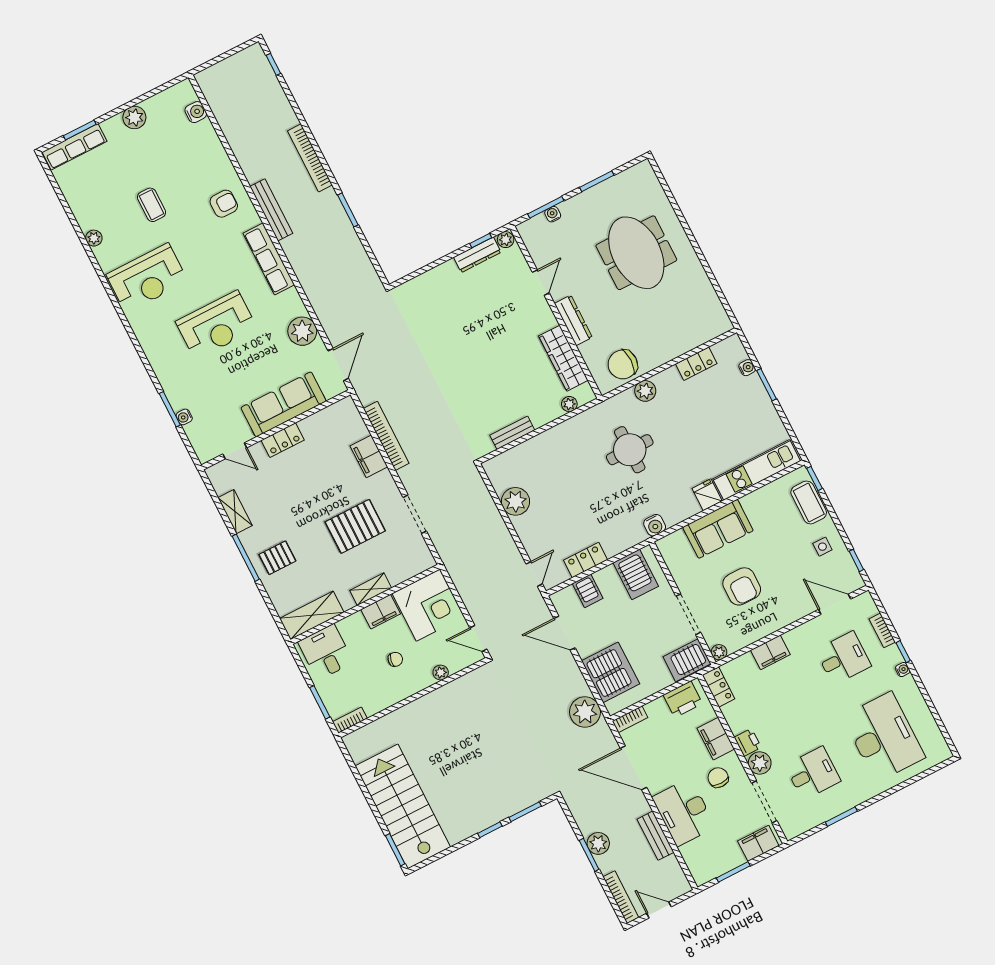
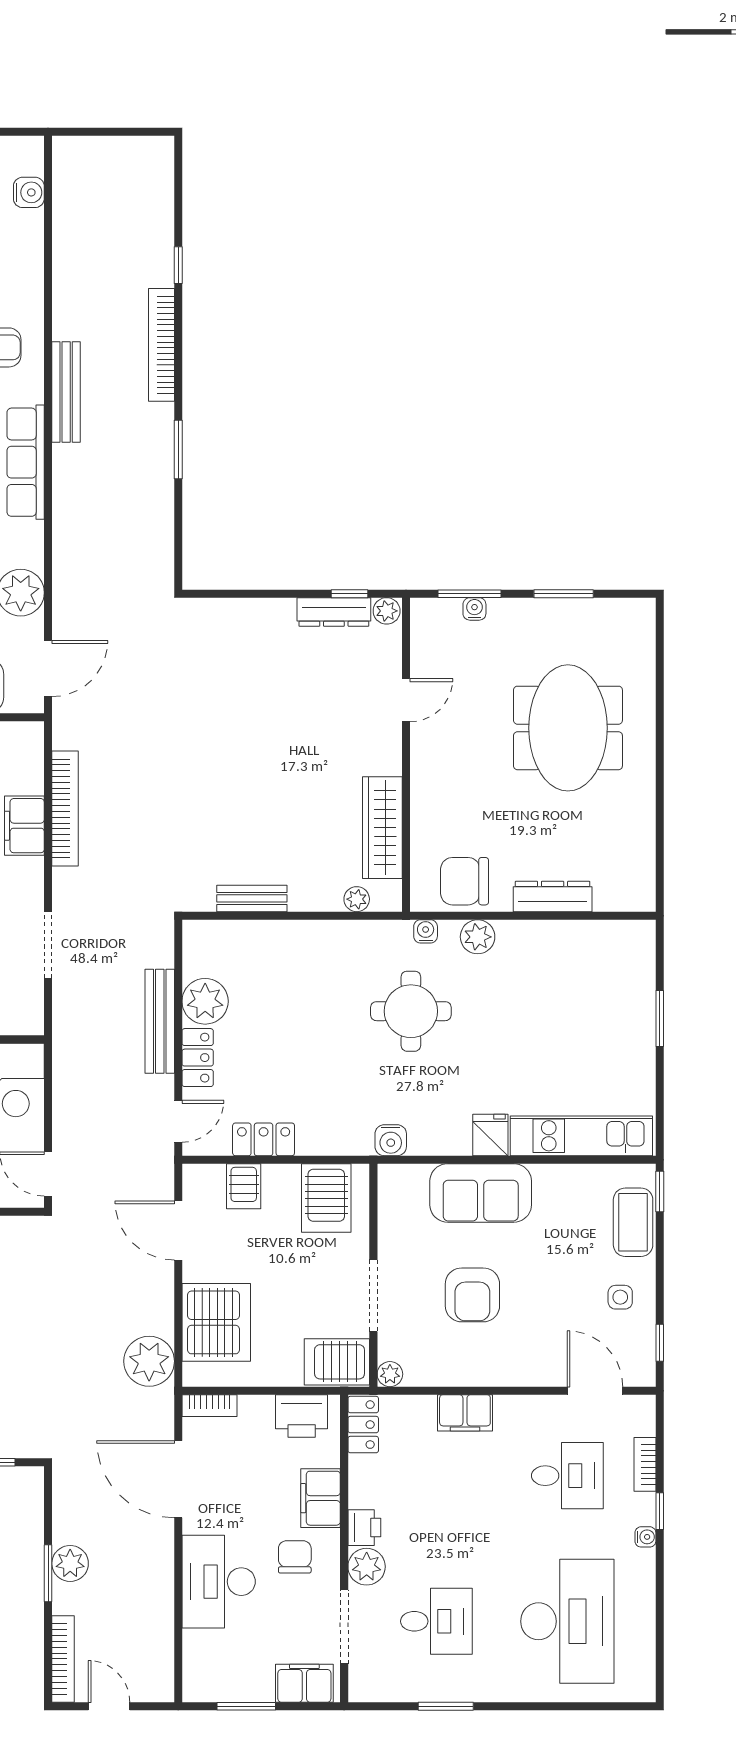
window: (273, 64) -> (178, 265), moved
dresser: (573, 320) -> (553, 896), moved, turned -90
locker: (696, 364) -> (198, 1058), moved, turned -90
water cooler: (747, 368) -> (426, 931), moved, turned -90
bench: (656, 836) -> (160, 1021), moved, width x1.36

